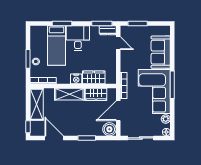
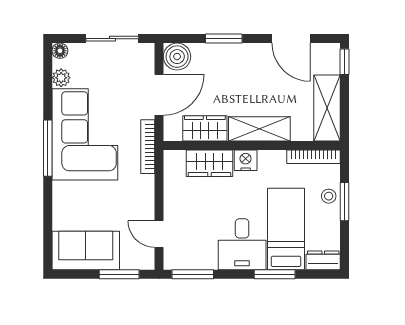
dresser: (108, 30) -> (323, 260), moved
sofa: (161, 52) -> (86, 251), moved, turned -90

